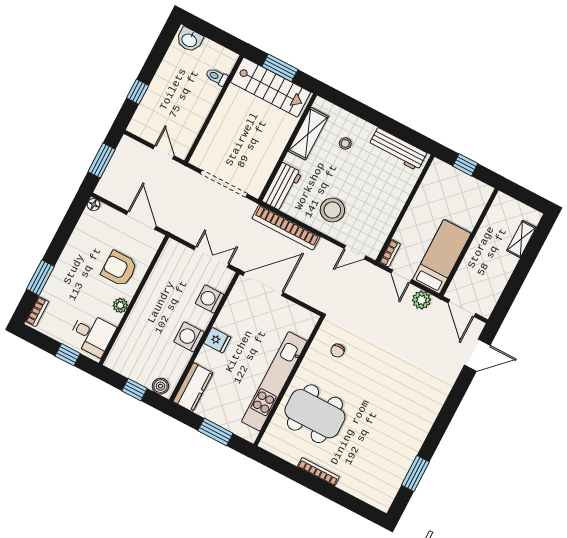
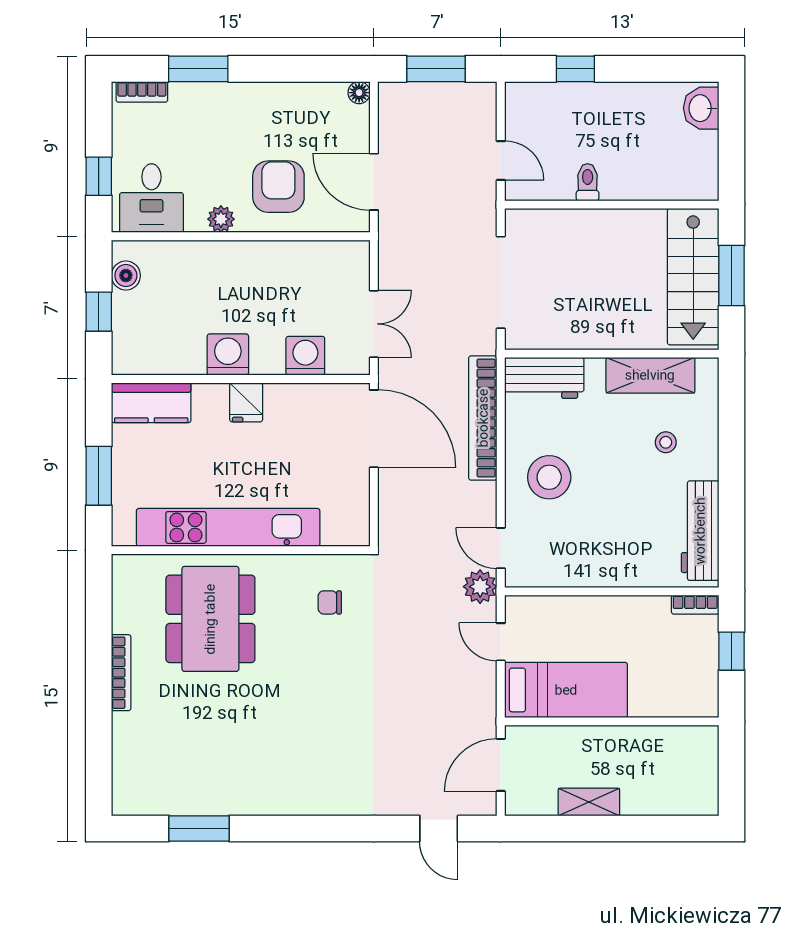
toilet: (217, 77) -> (588, 182), moved
door: (164, 152) -> (501, 161), hinge flipped
door: (141, 220) -> (374, 182), swing flipped
shelving: (521, 239) -> (589, 802), moved
bookcase: (390, 253) -> (695, 605), moved
door: (401, 276) -> (501, 642), hinge flipped
plant: (421, 300) -> (480, 587), moved
door: (477, 355) -> (439, 829), width x0.73
boiler: (160, 386) -> (126, 275), moved

